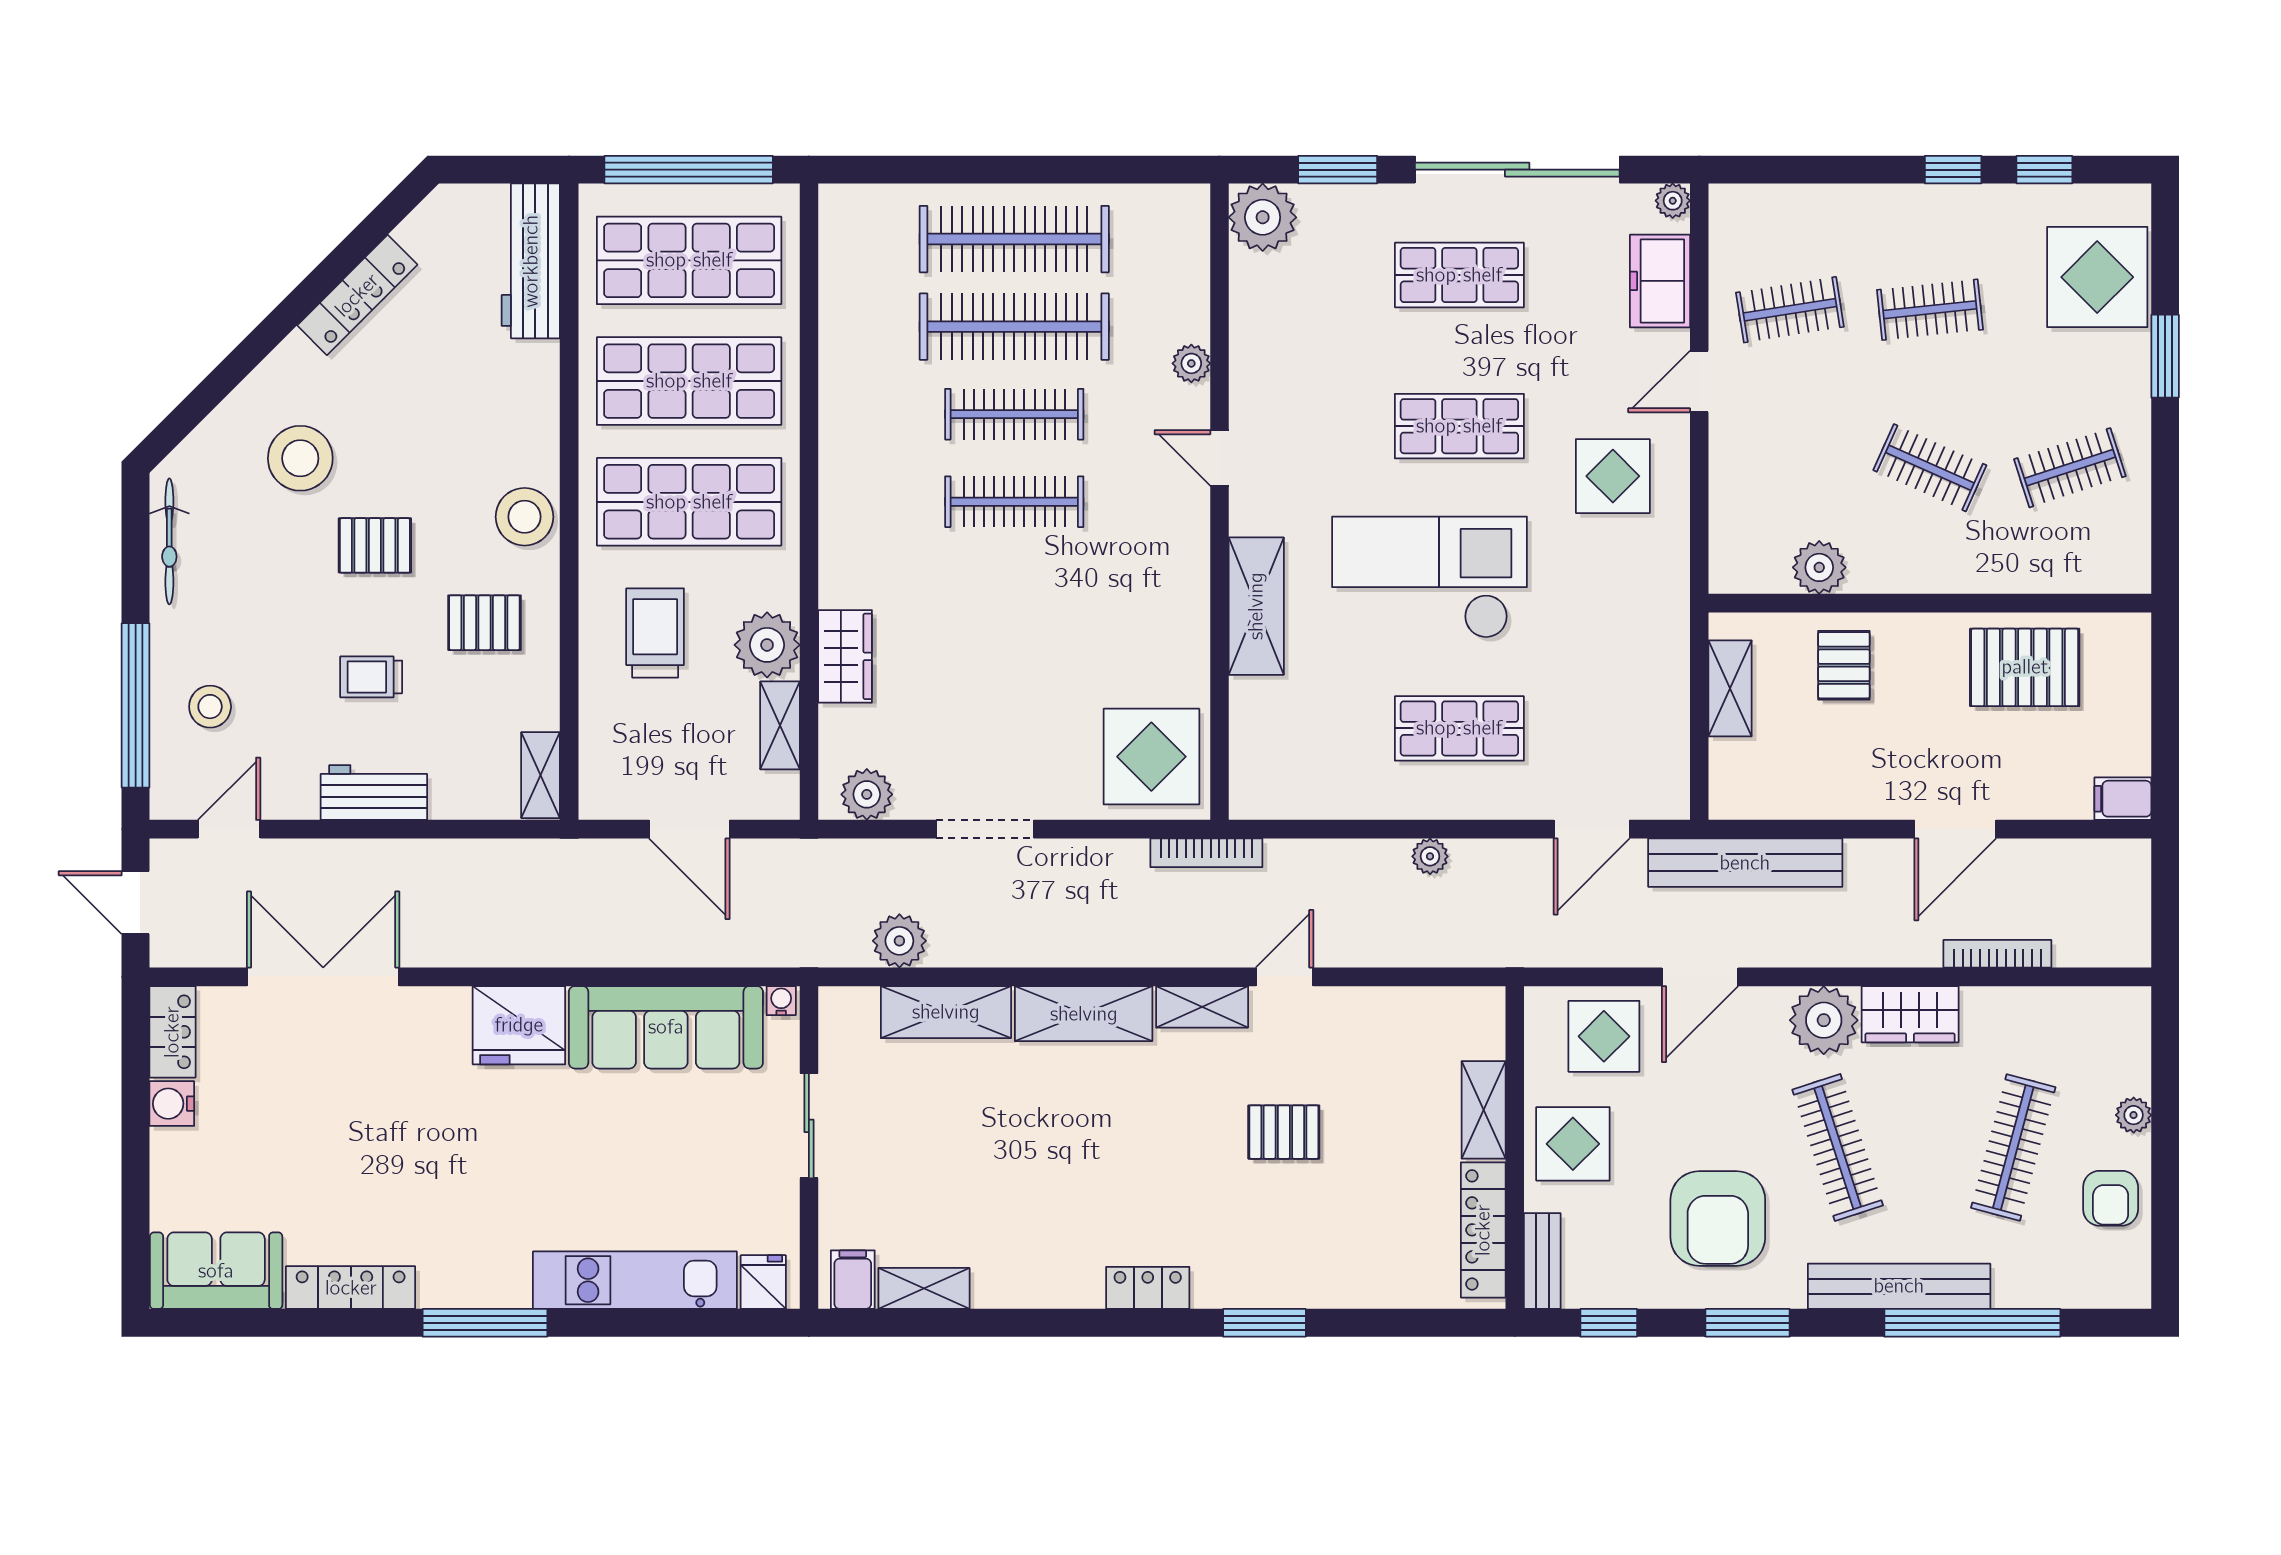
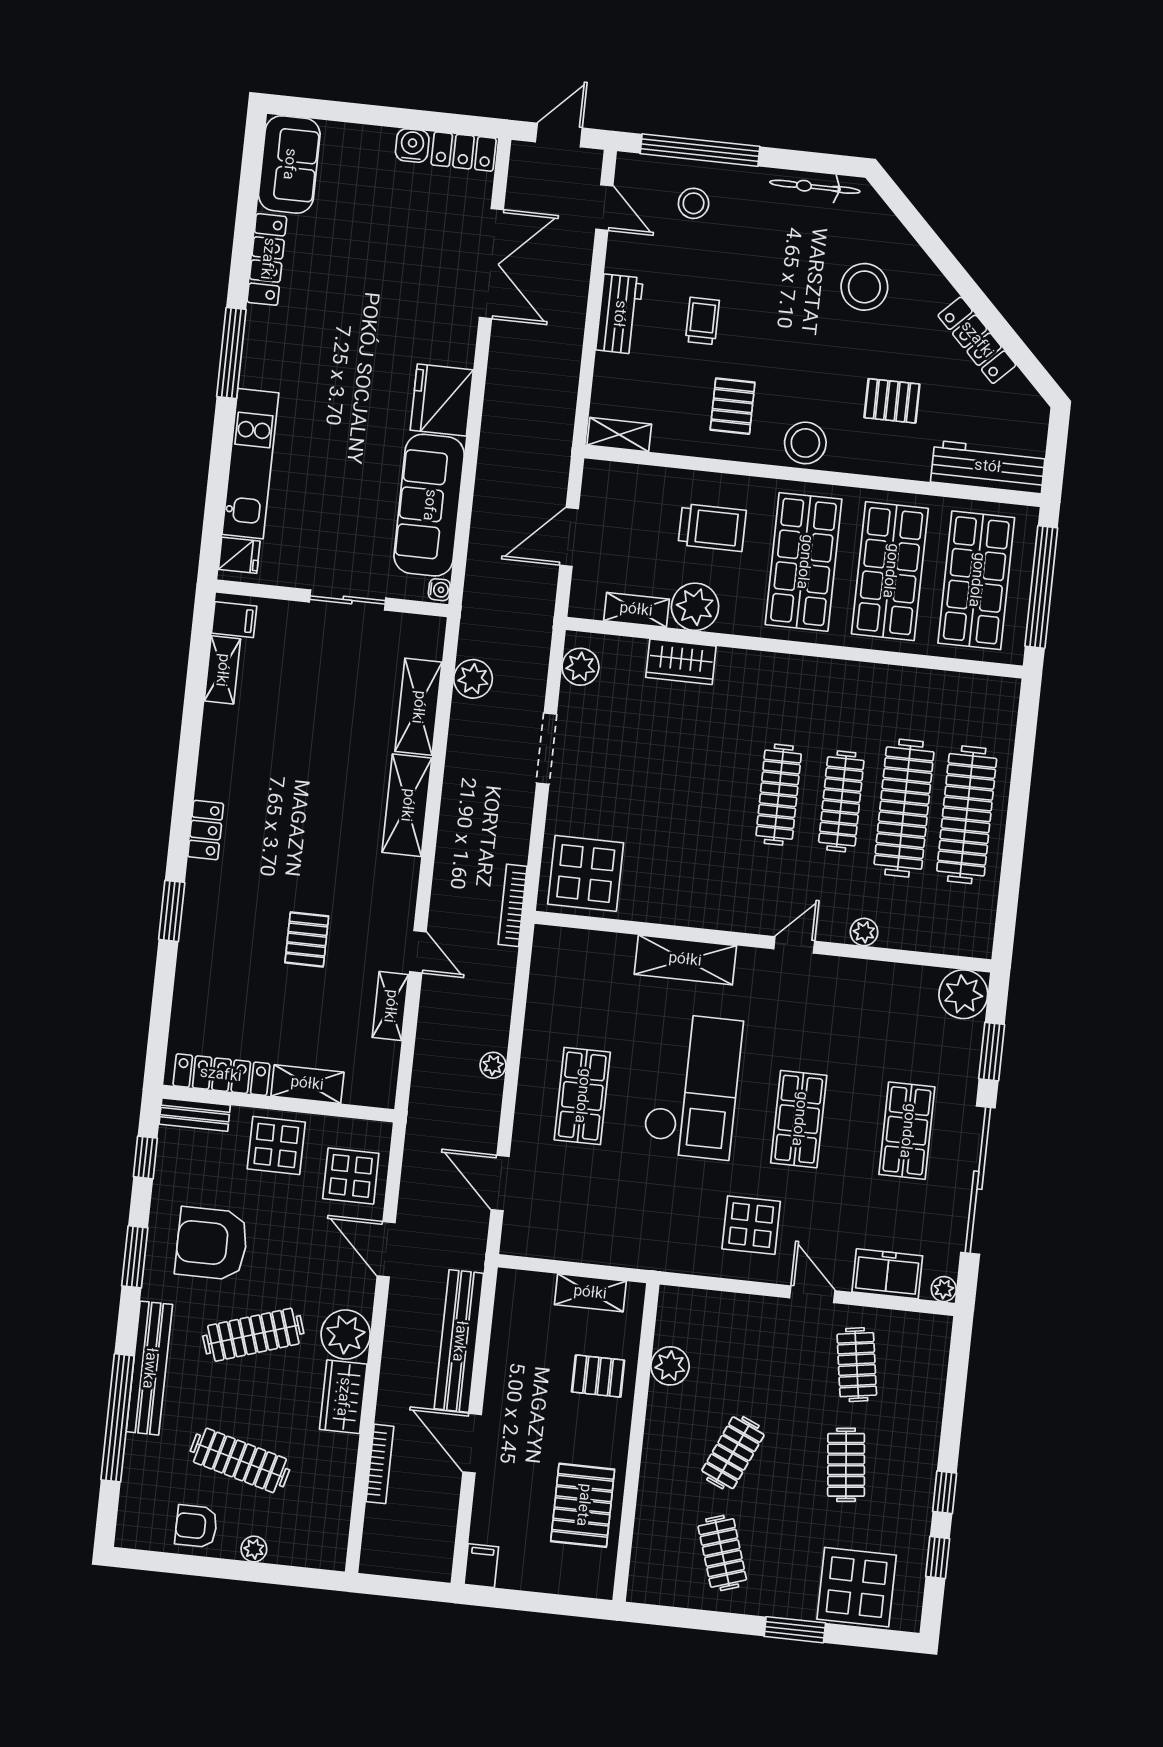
pallet: (375, 545) -> (892, 401), moved, turned 90
bench: (1745, 863) -> (459, 1341), moved
shelving: (1202, 1007) -> (390, 1006), moved

